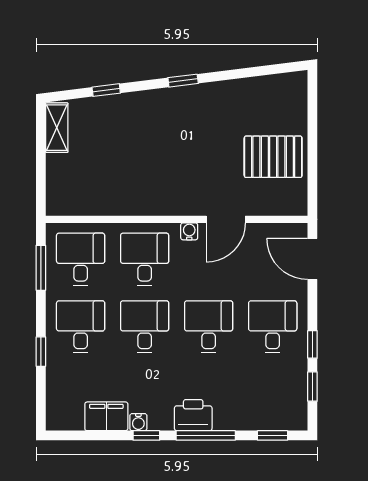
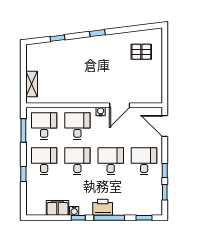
shelving: (57, 128) -> (32, 84), moved
pallet: (273, 157) -> (141, 52), moved, width x0.67, depth x0.71

